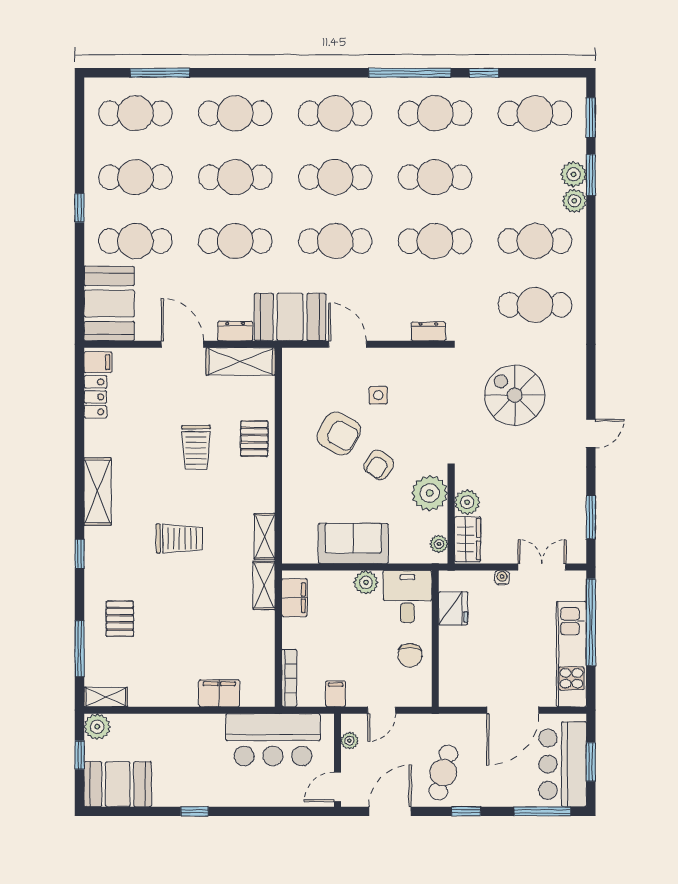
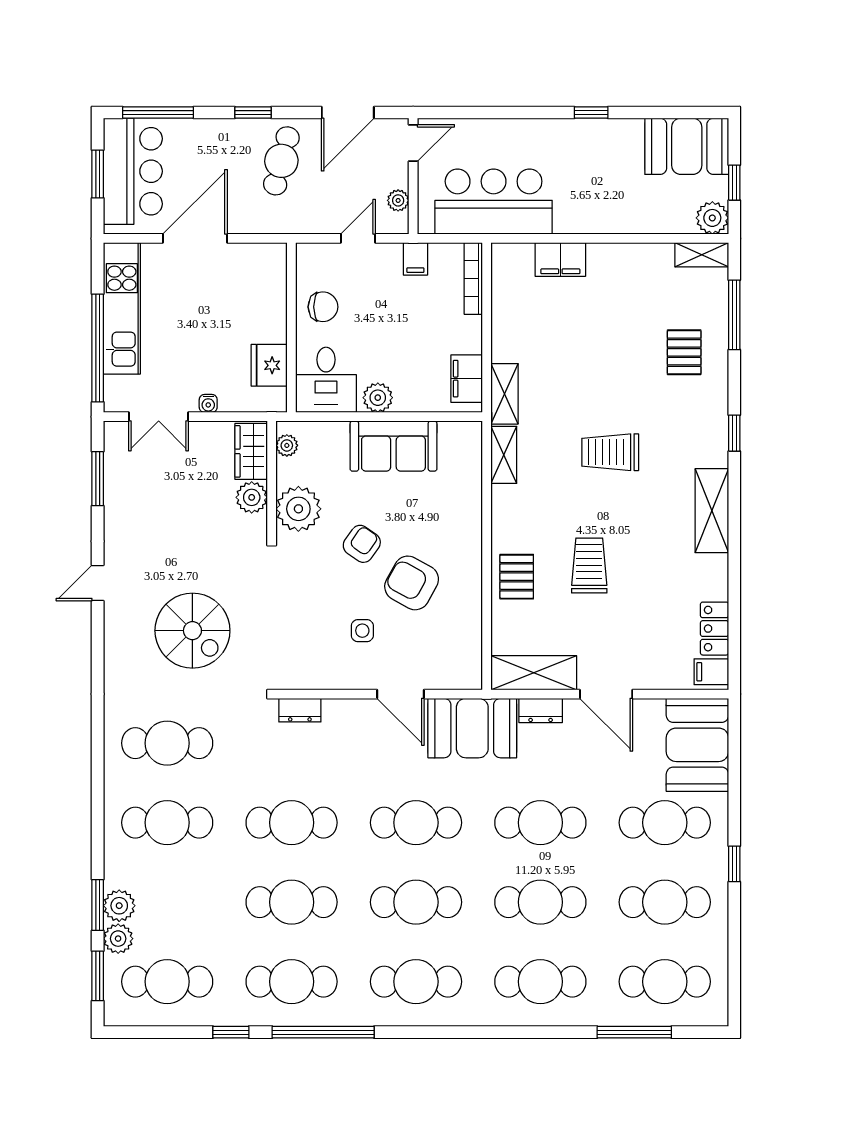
plant: (574, 201) -> (118, 939), moved
chair: (410, 655) -> (323, 307), turned 88

